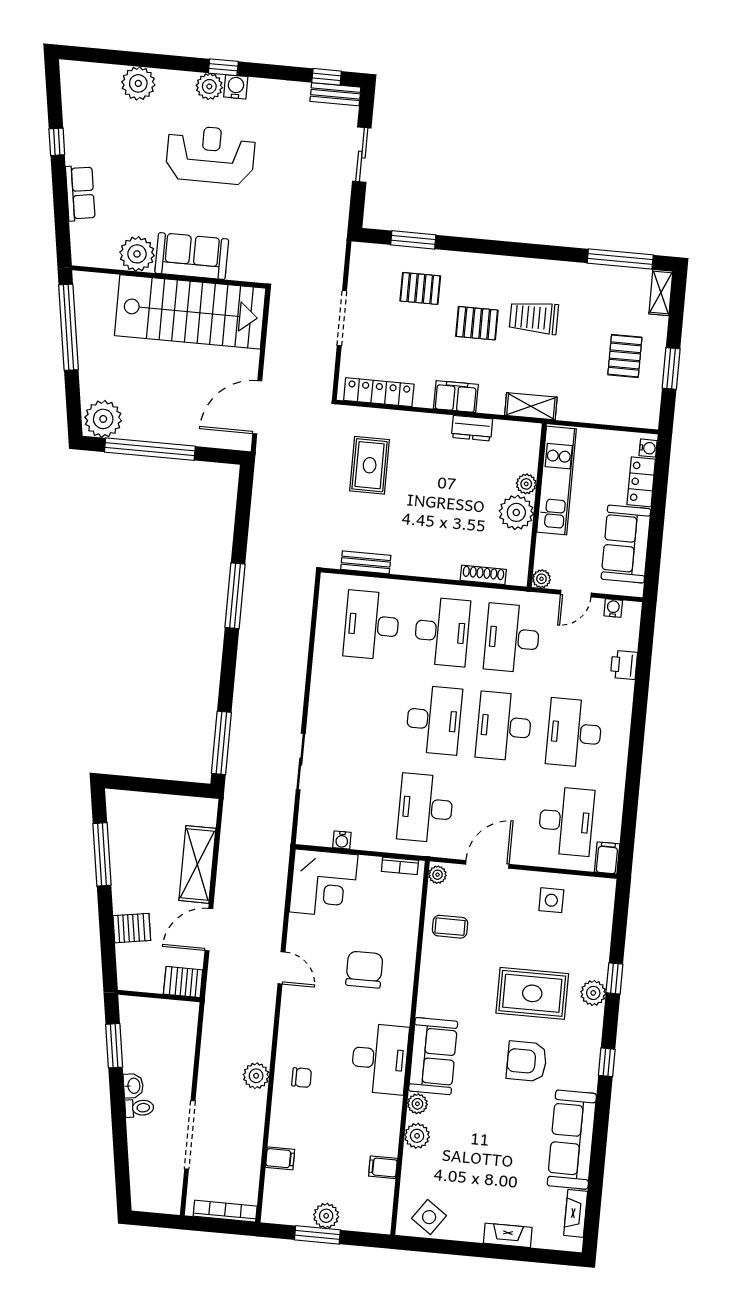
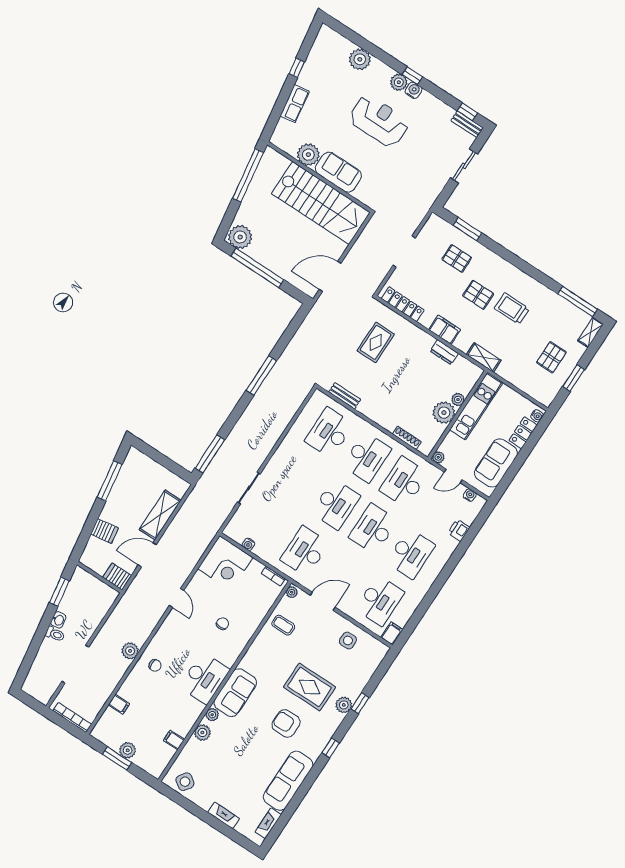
desk: (574, 733) -> (411, 553), turned 180
chair: (364, 970) -> (222, 624), width x0.54, depth x0.54

